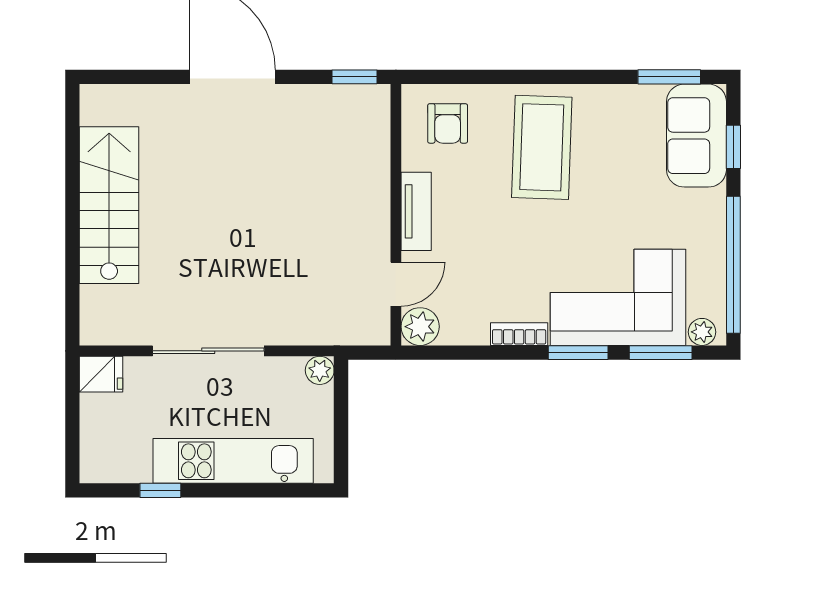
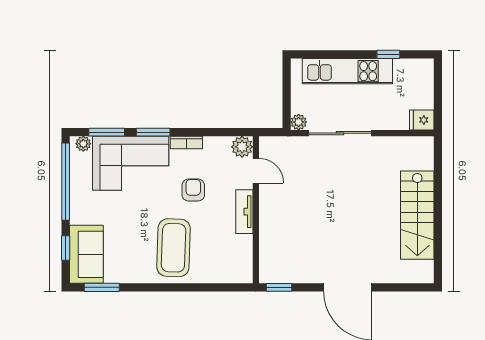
armchair: (448, 123) -> (193, 190), moved
door: (396, 284) -> (256, 171), swing flipped
sliding door: (208, 351) -> (340, 133), moved

